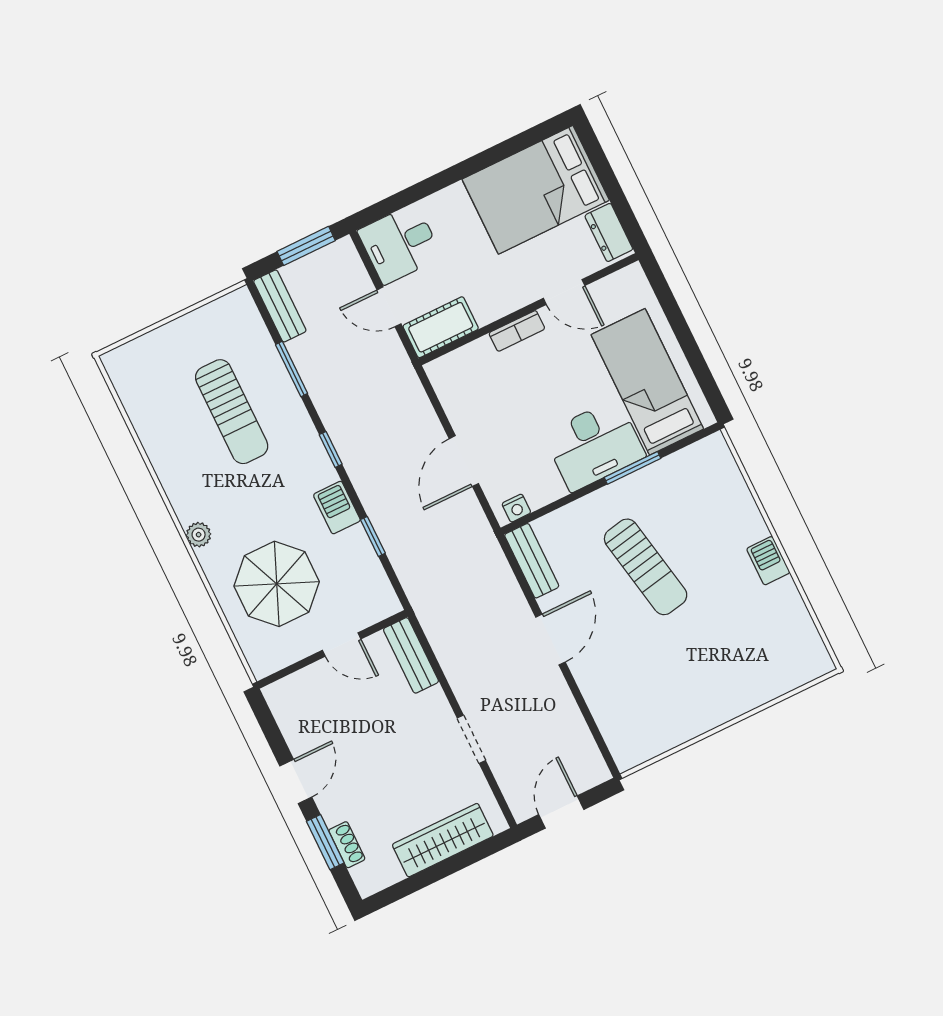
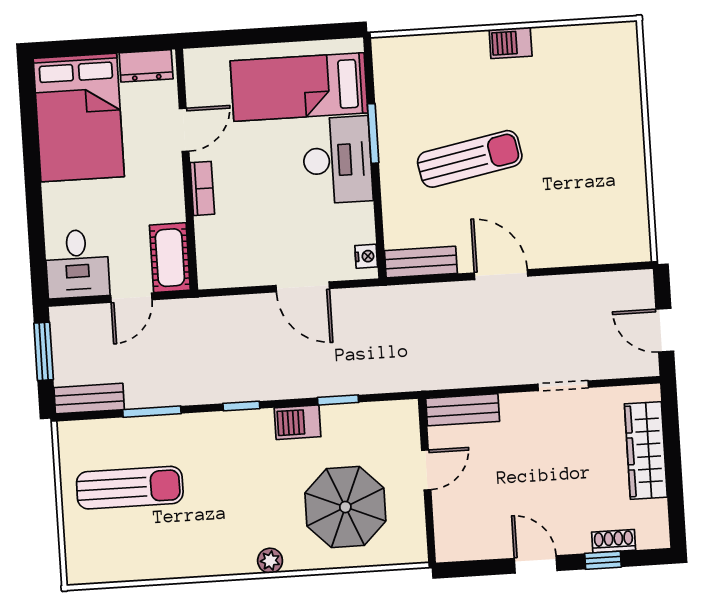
sun lounger: (232, 412) -> (130, 488), moved
window: (325, 842) -> (603, 560), width x0.67

